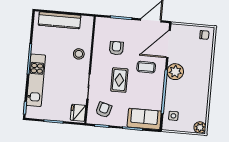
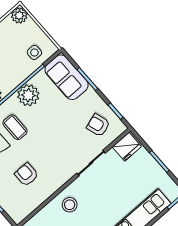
armchair: (116, 48) -> (27, 175), turned 90
rug: (119, 80) -> (54, 140), removed
plant: (155, 90) -> (28, 95), added
armchair: (104, 110) -> (98, 125), turned 57

